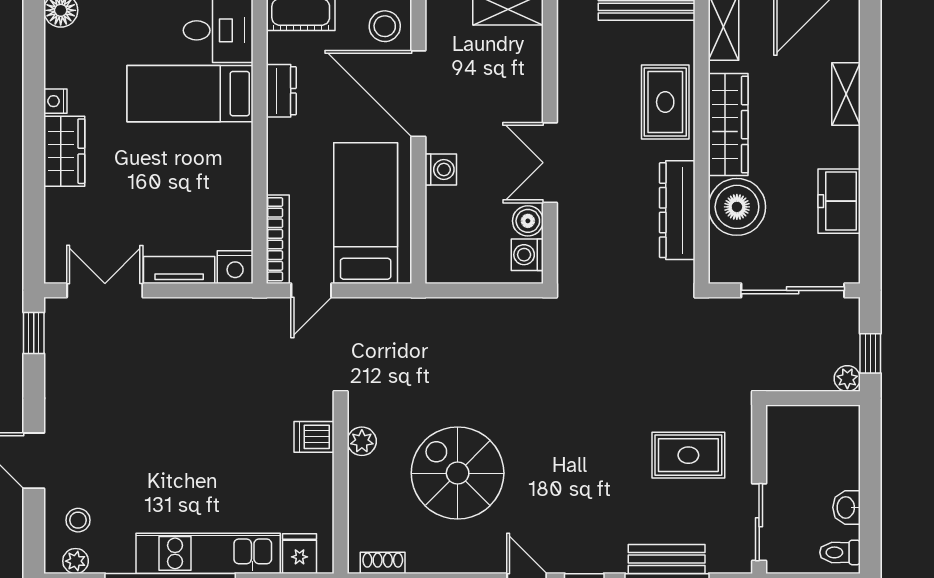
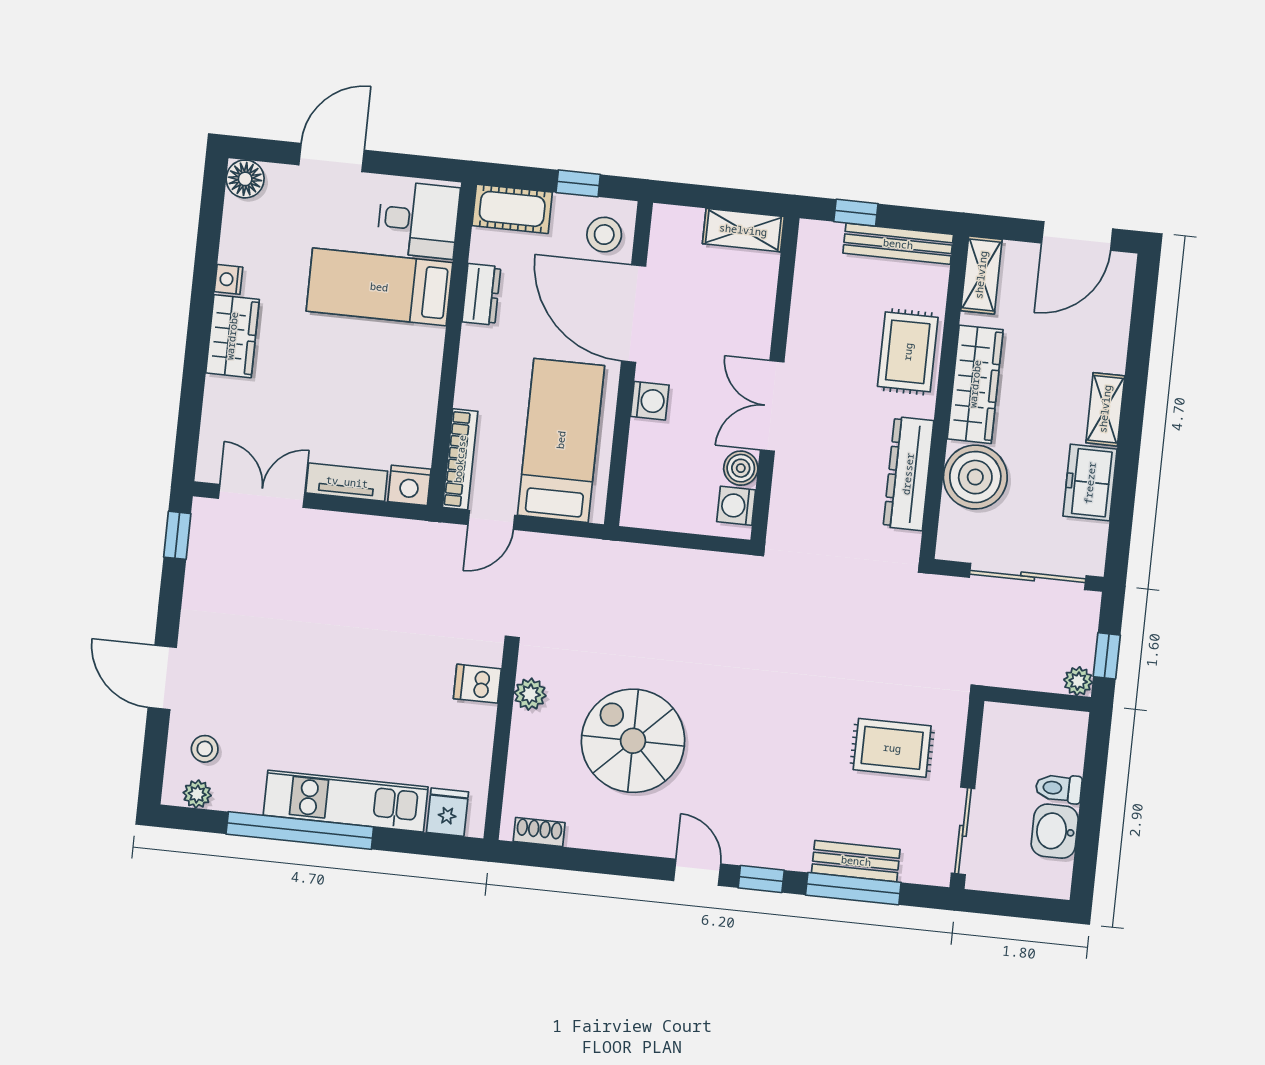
shelving: (846, 94) -> (1105, 409), moved
washbasin: (847, 507) -> (1055, 831), width x1.38, depth x1.45
toilet: (840, 552) -> (1059, 788), moved

